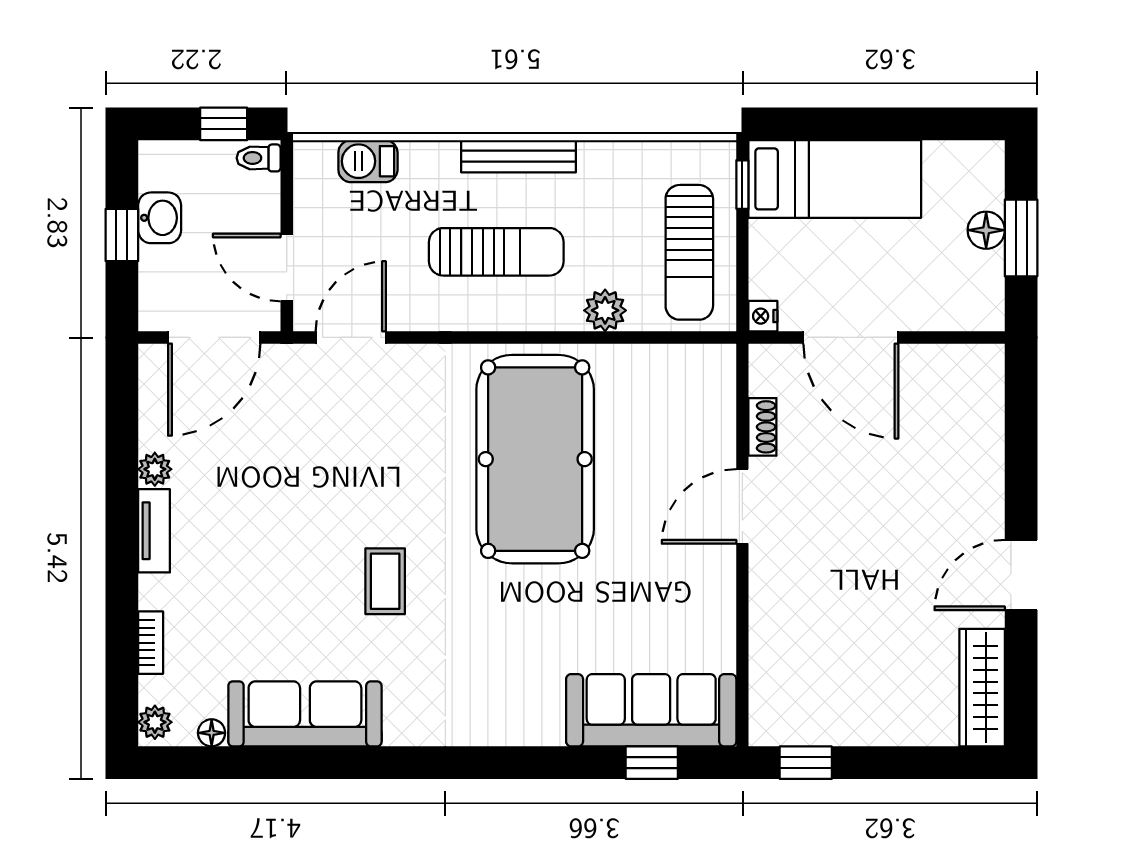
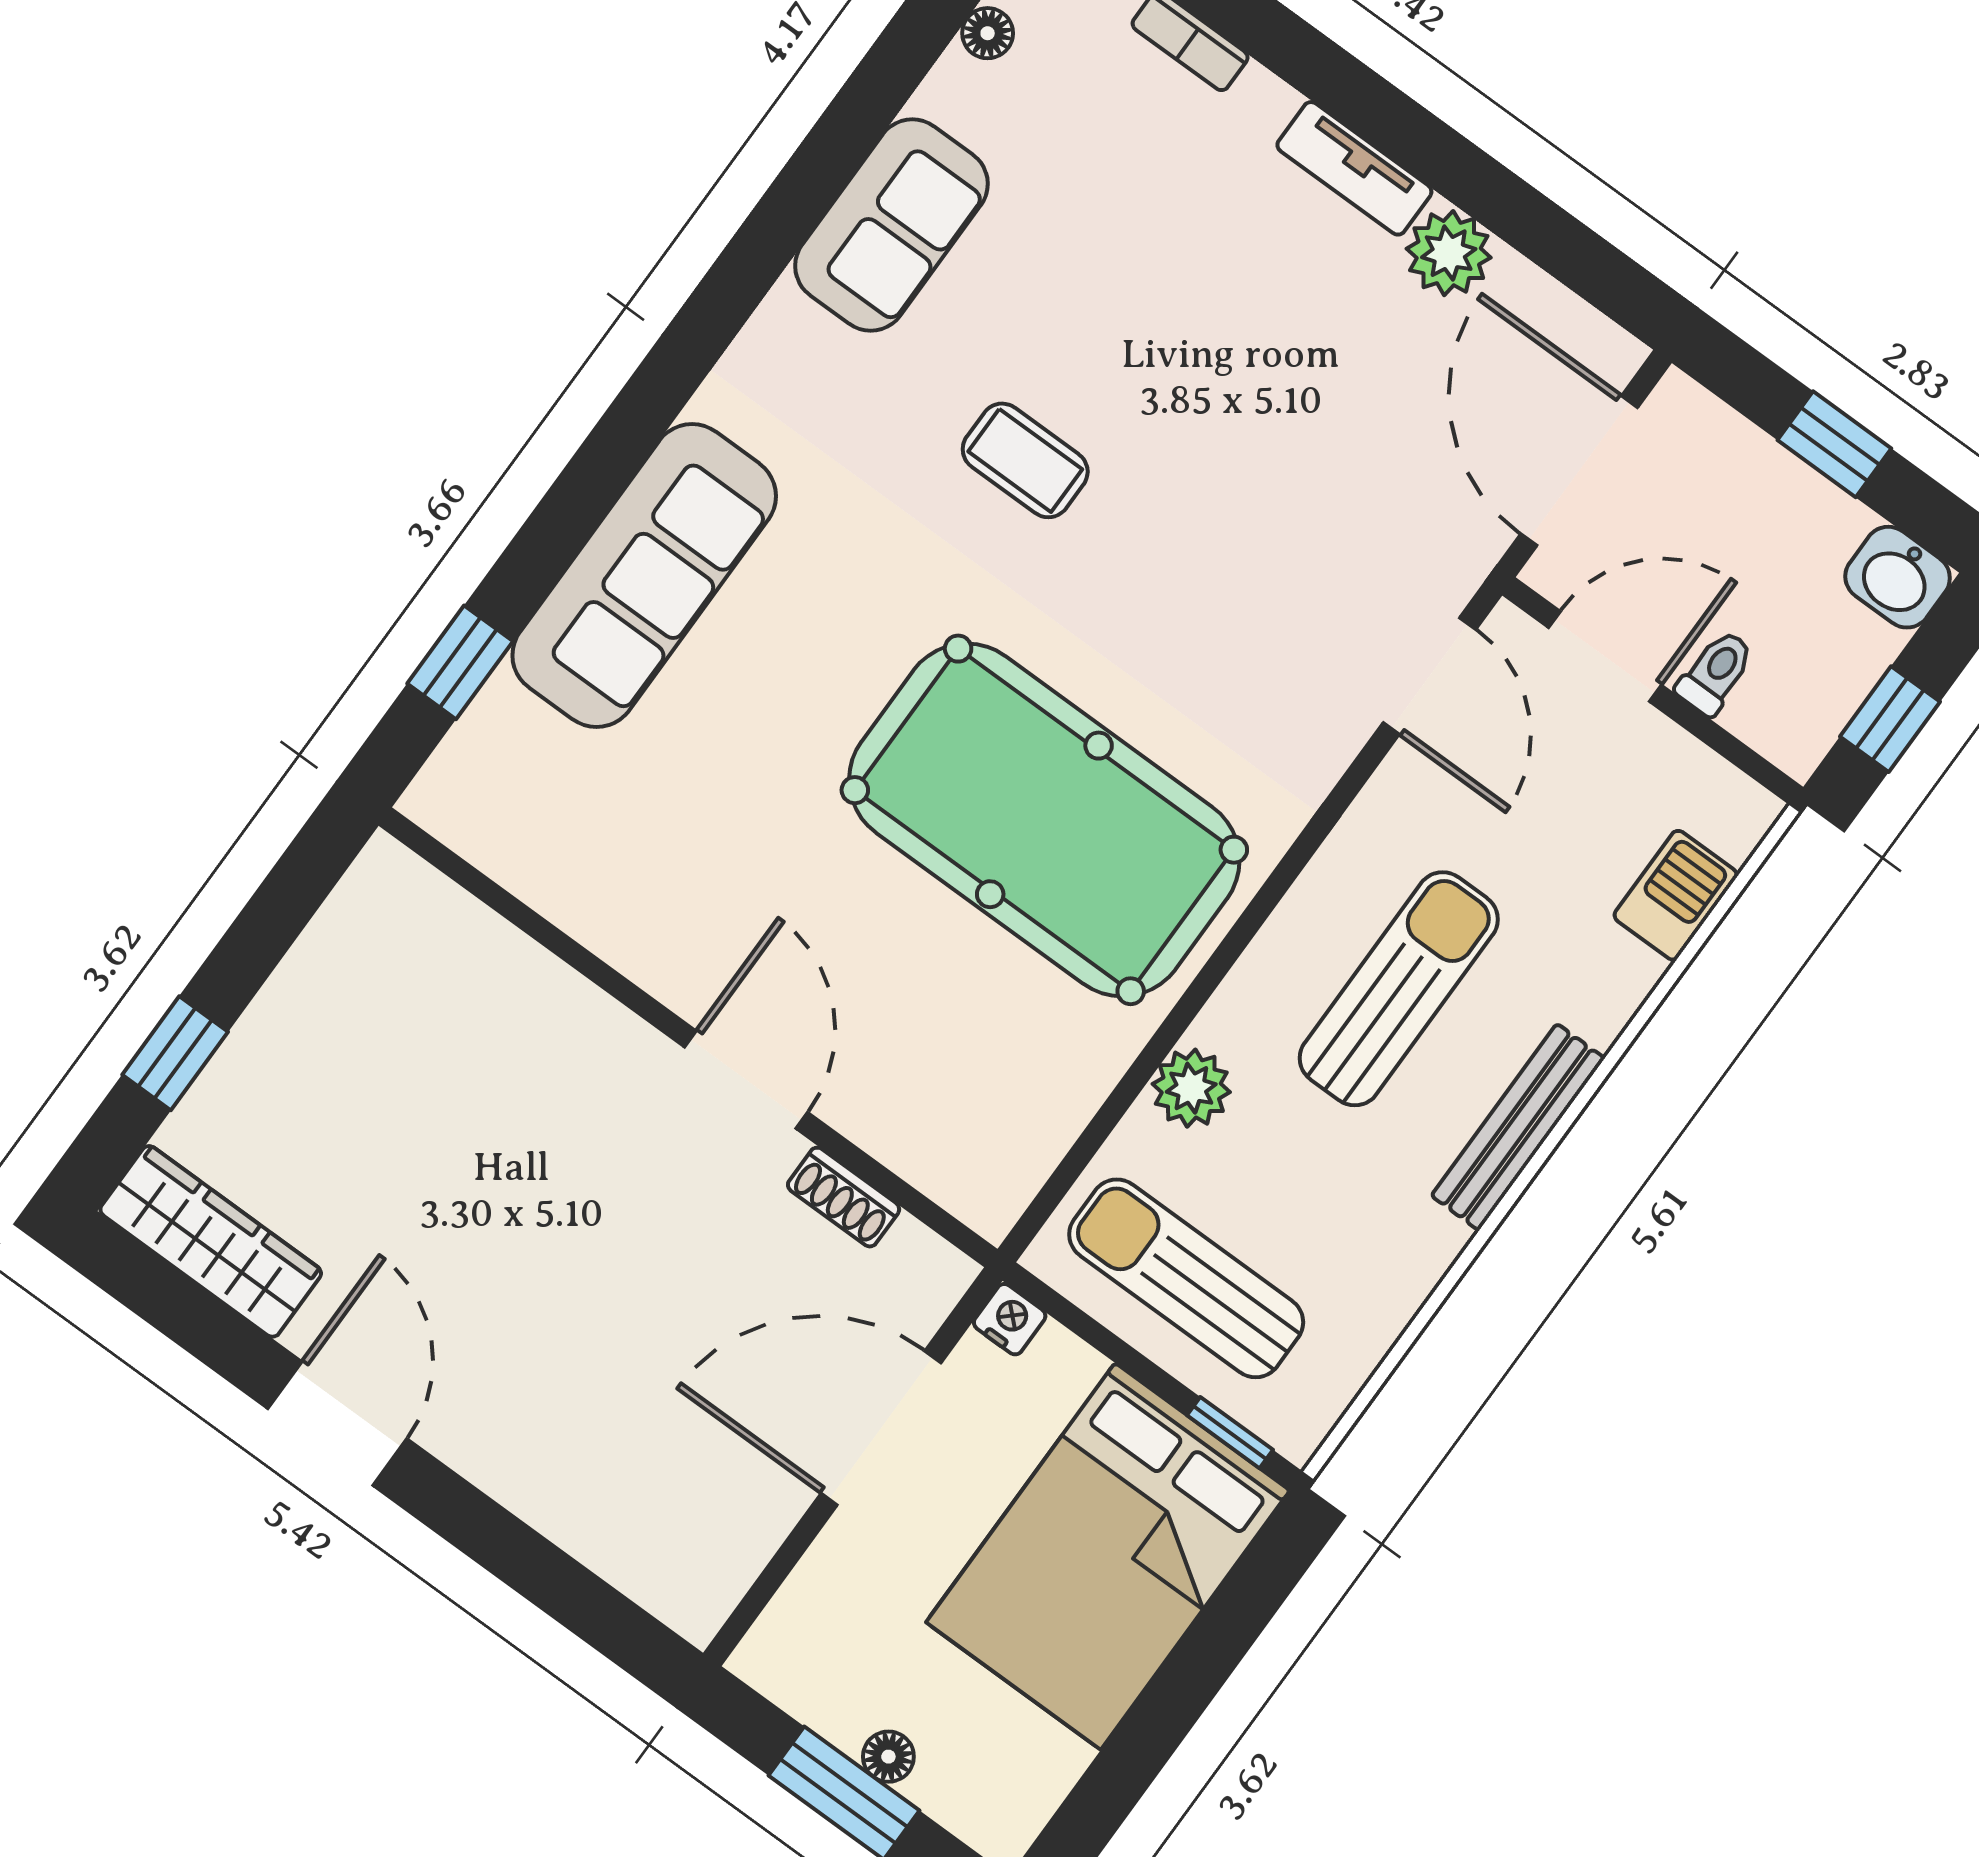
toilet: (259, 158) -> (1716, 673), moved
bed: (835, 179) -> (1108, 1556), width x1.50
washbasin: (160, 218) -> (1898, 577), moved
floor lamp: (986, 230) -> (888, 1757), width x0.73, depth x0.73
sun lounger: (496, 252) -> (1399, 989), turned 180
plant: (155, 469) -> (1449, 253), width x1.38, depth x1.38
sofa: (651, 710) -> (644, 576), moved
sofa: (305, 714) -> (891, 225), width x0.73
window: (806, 763) -> (175, 1053), moved

